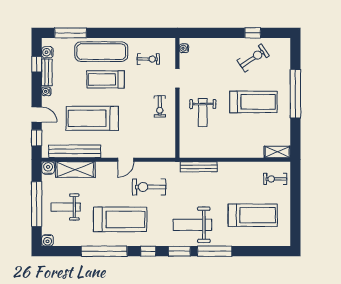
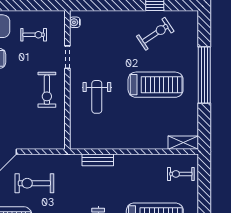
exercise bike: (160, 106) -> (47, 90), width x1.38, depth x1.39
bench: (199, 167) -> (98, 160), width x0.73

